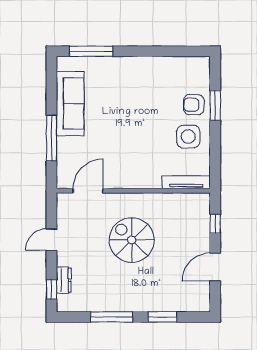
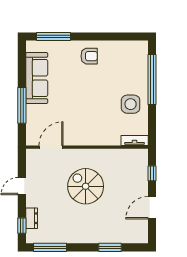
armchair: (194, 105) -> (89, 56), moved, turned 180
window: (215, 106) -> (152, 80), width x2.11
tv unit: (186, 182) -> (135, 140), width x0.71
window: (112, 317) -> (50, 247), moved

